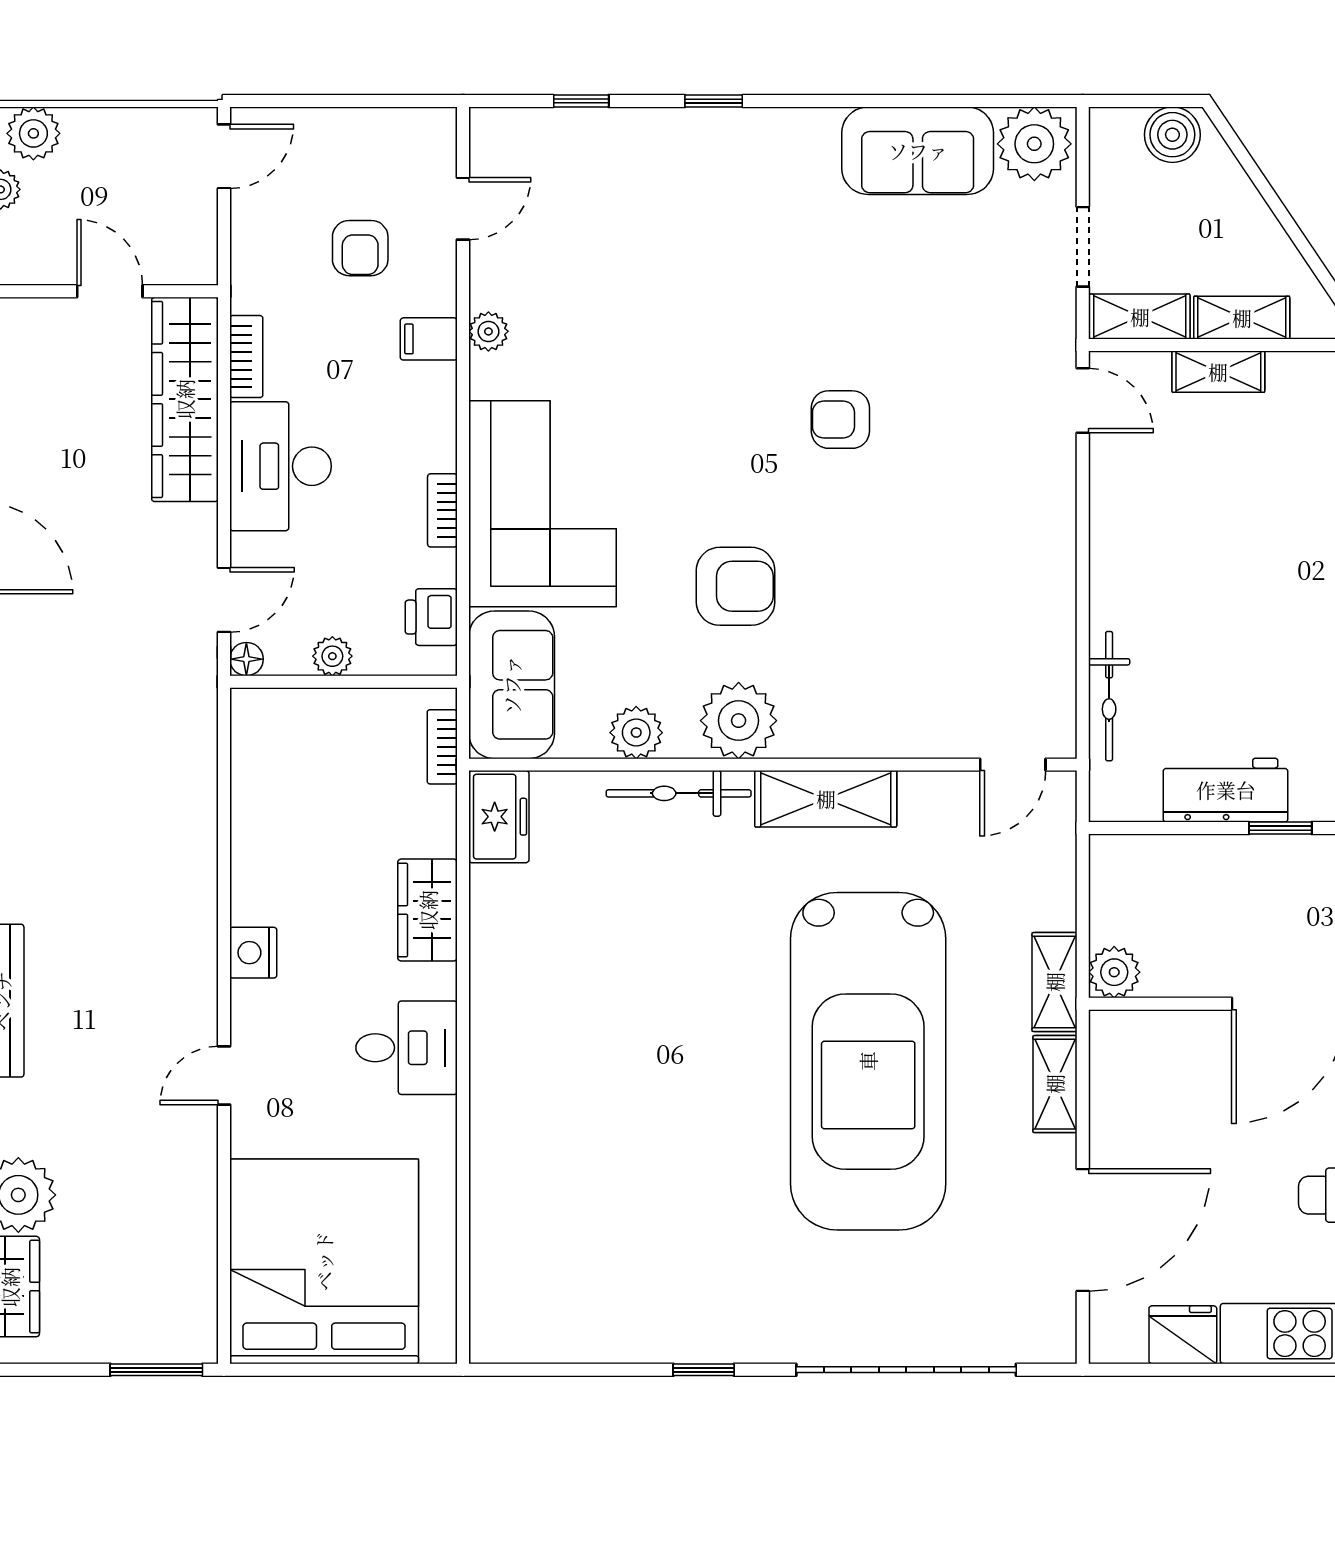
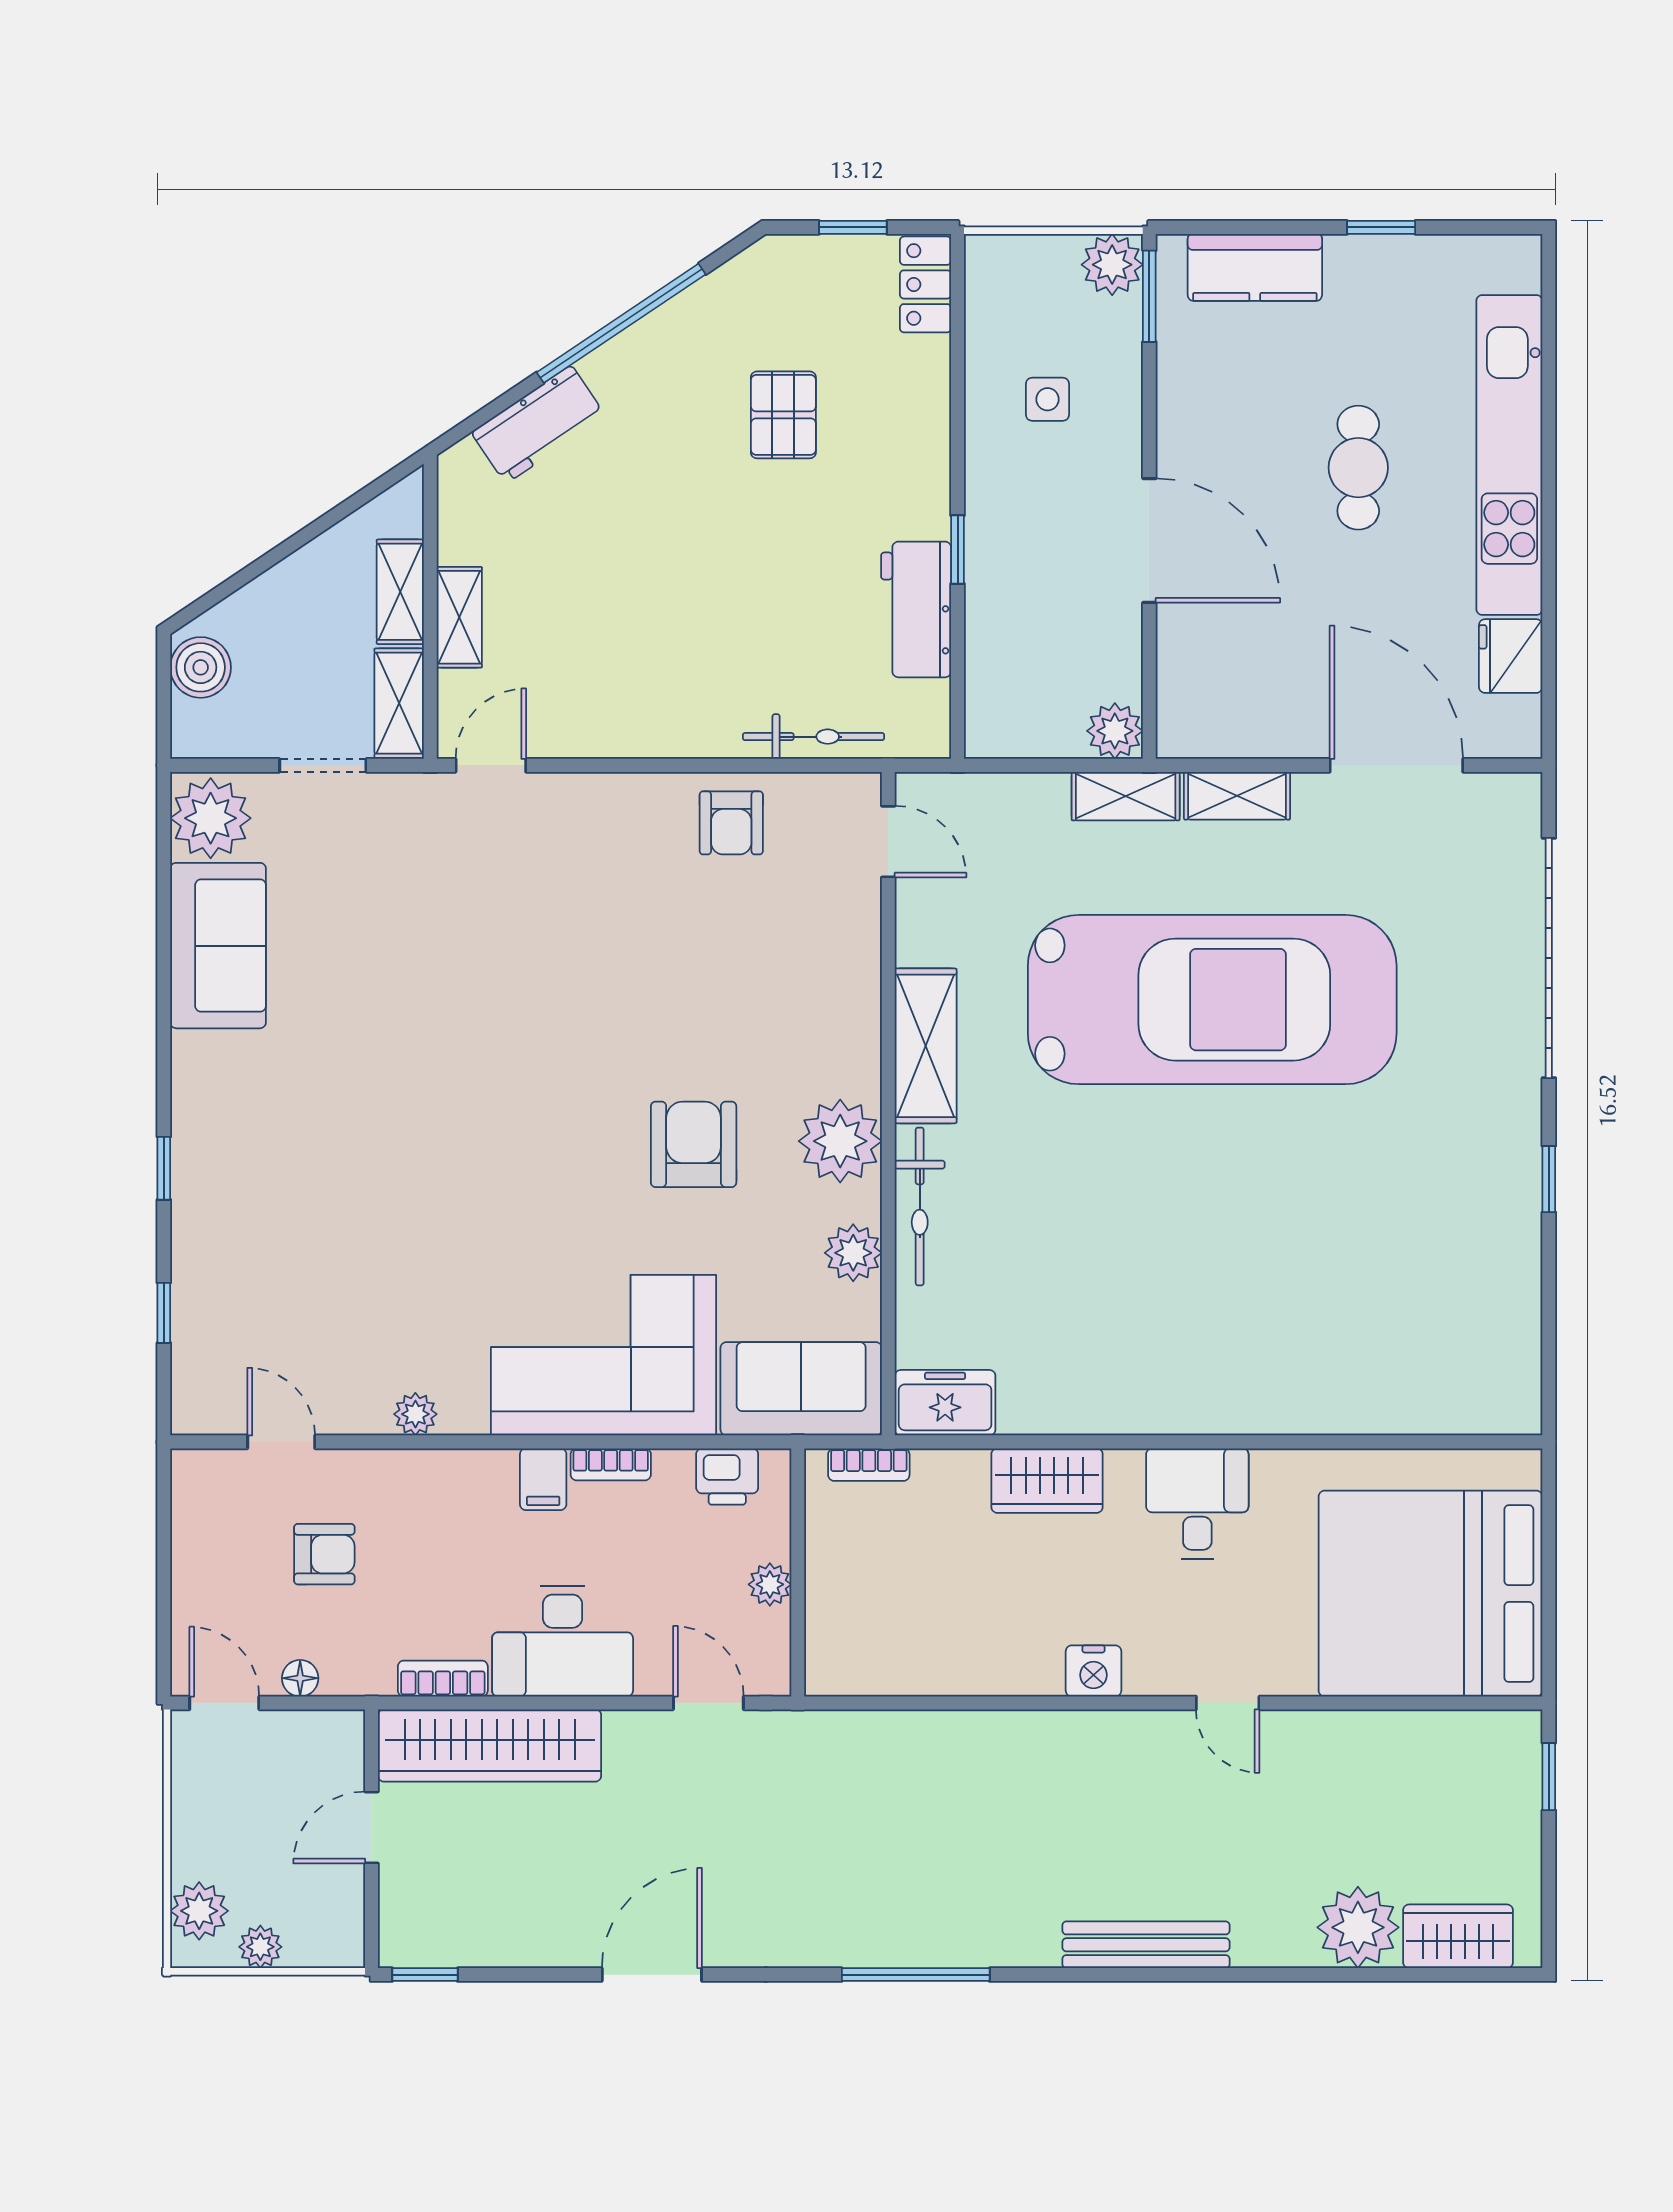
filing cabinet: (429, 339) -> (543, 1479), moved
armchair: (840, 420) -> (731, 823), moved
floor lamp: (246, 659) -> (300, 1678), moved
window: (156, 1370) -> (1549, 1777), width x0.67

